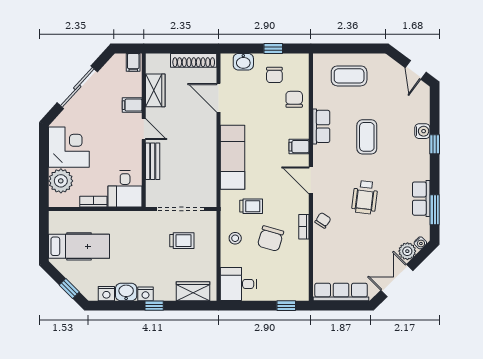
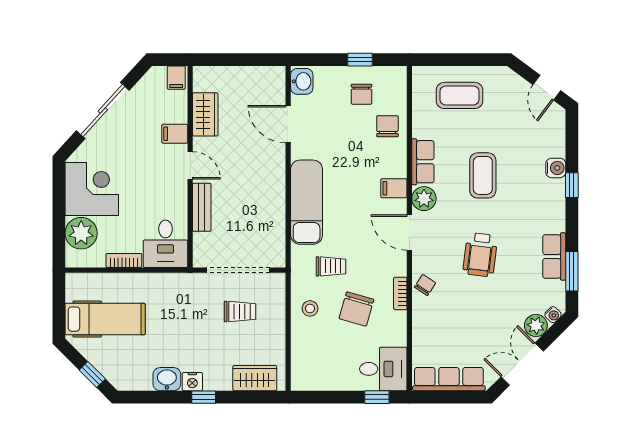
shoe rack: (194, 60) -> (256, 75), removed
washbasin: (243, 62) -> (302, 81), moved, turned -90
plant: (322, 154) -> (424, 199), added
desk: (238, 284) -> (383, 369), moved, turned 180
nightstand: (106, 294) -> (141, 381), removed

